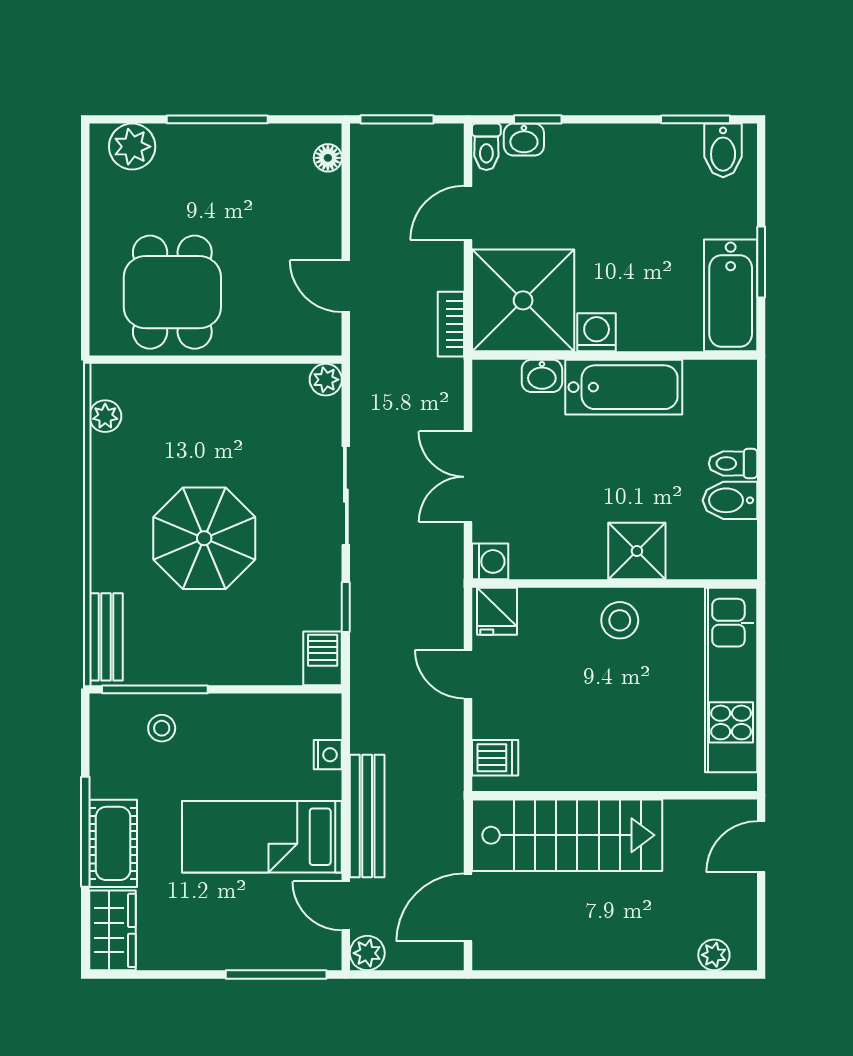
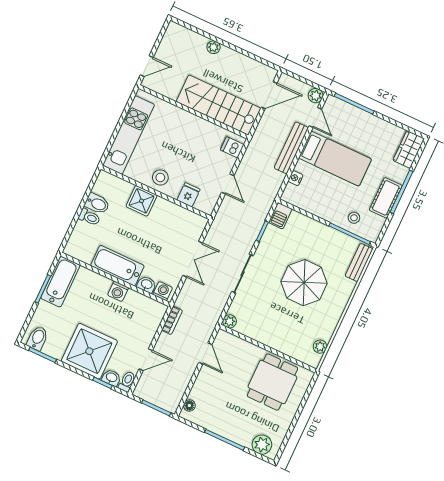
shower: (523, 300) -> (89, 351), moved
washing machine: (490, 561) -> (163, 291), moved, turned 90
fridge: (497, 611) -> (188, 195), moved
cot: (113, 843) -> (386, 198), moved
plant: (714, 955) -> (214, 47), moved

